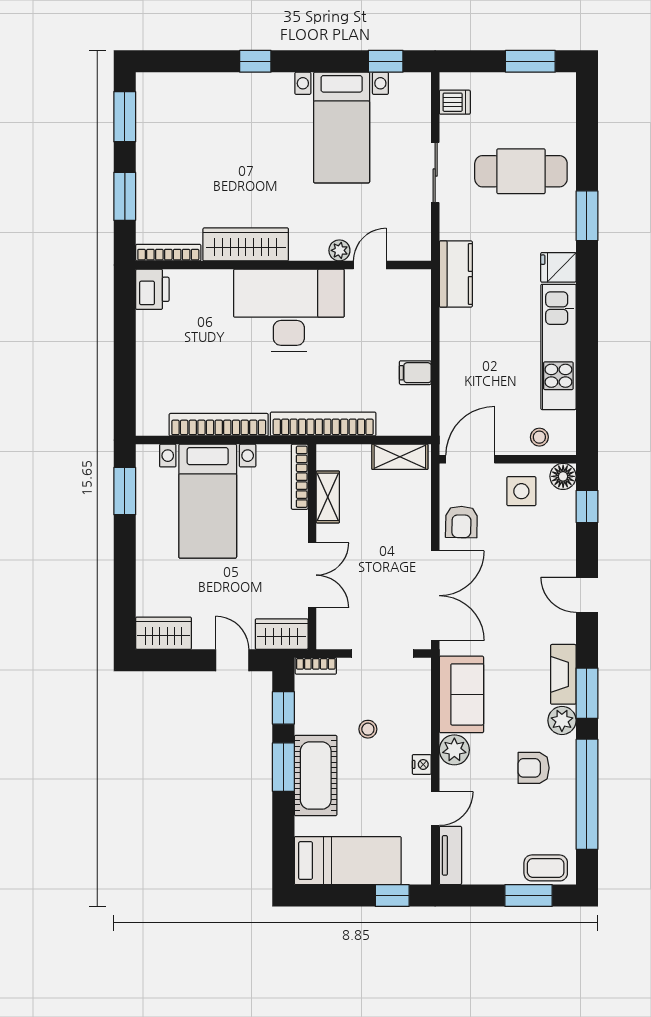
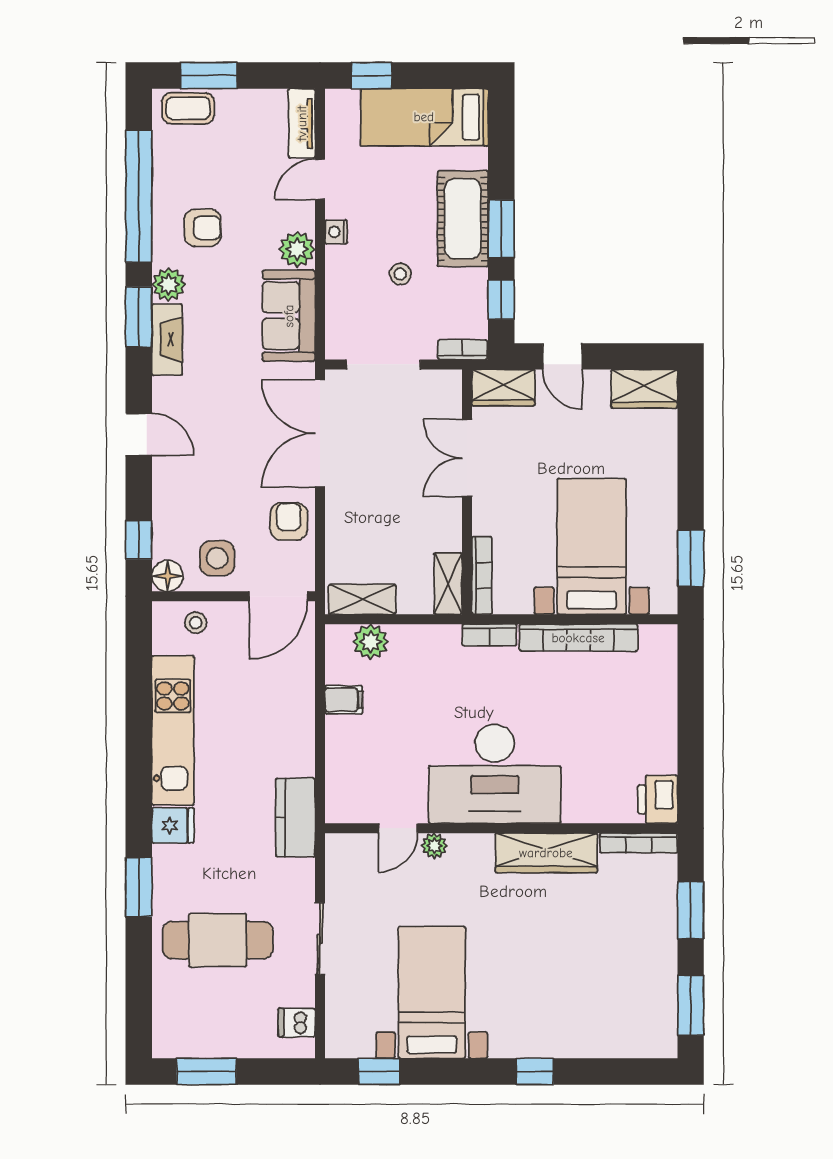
plant: (393, 421) -> (371, 642), added
bookcase: (323, 424) -> (490, 635), width x0.43, depth x0.76
shelving: (328, 497) -> (448, 583), moved

